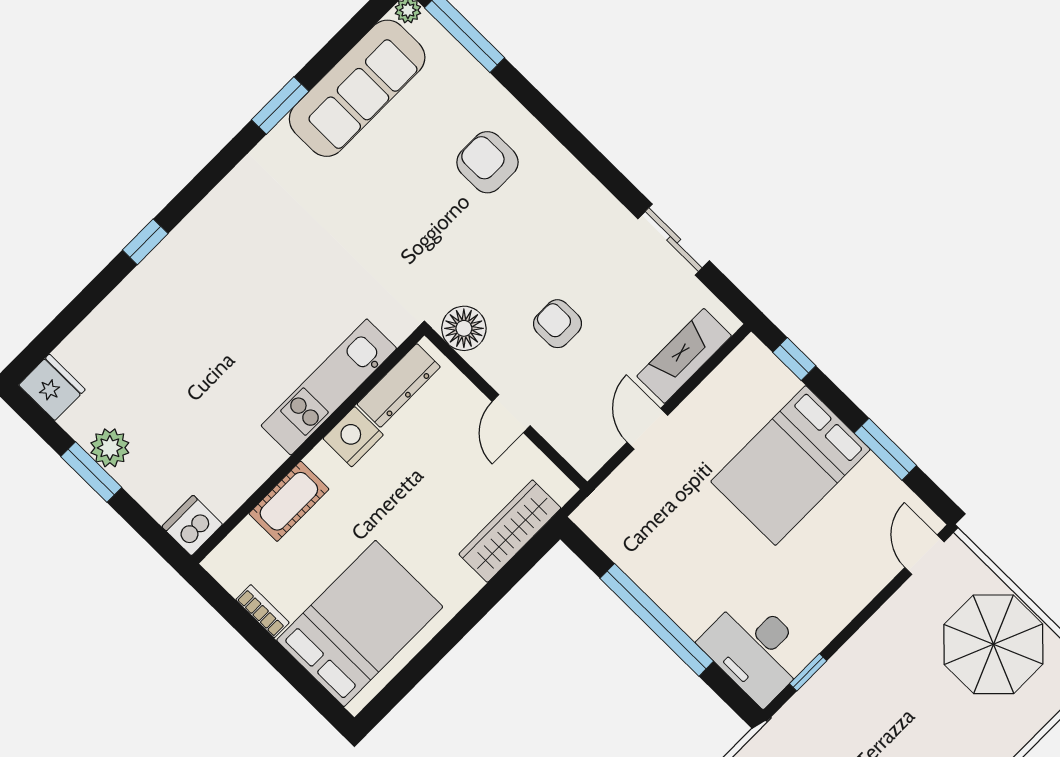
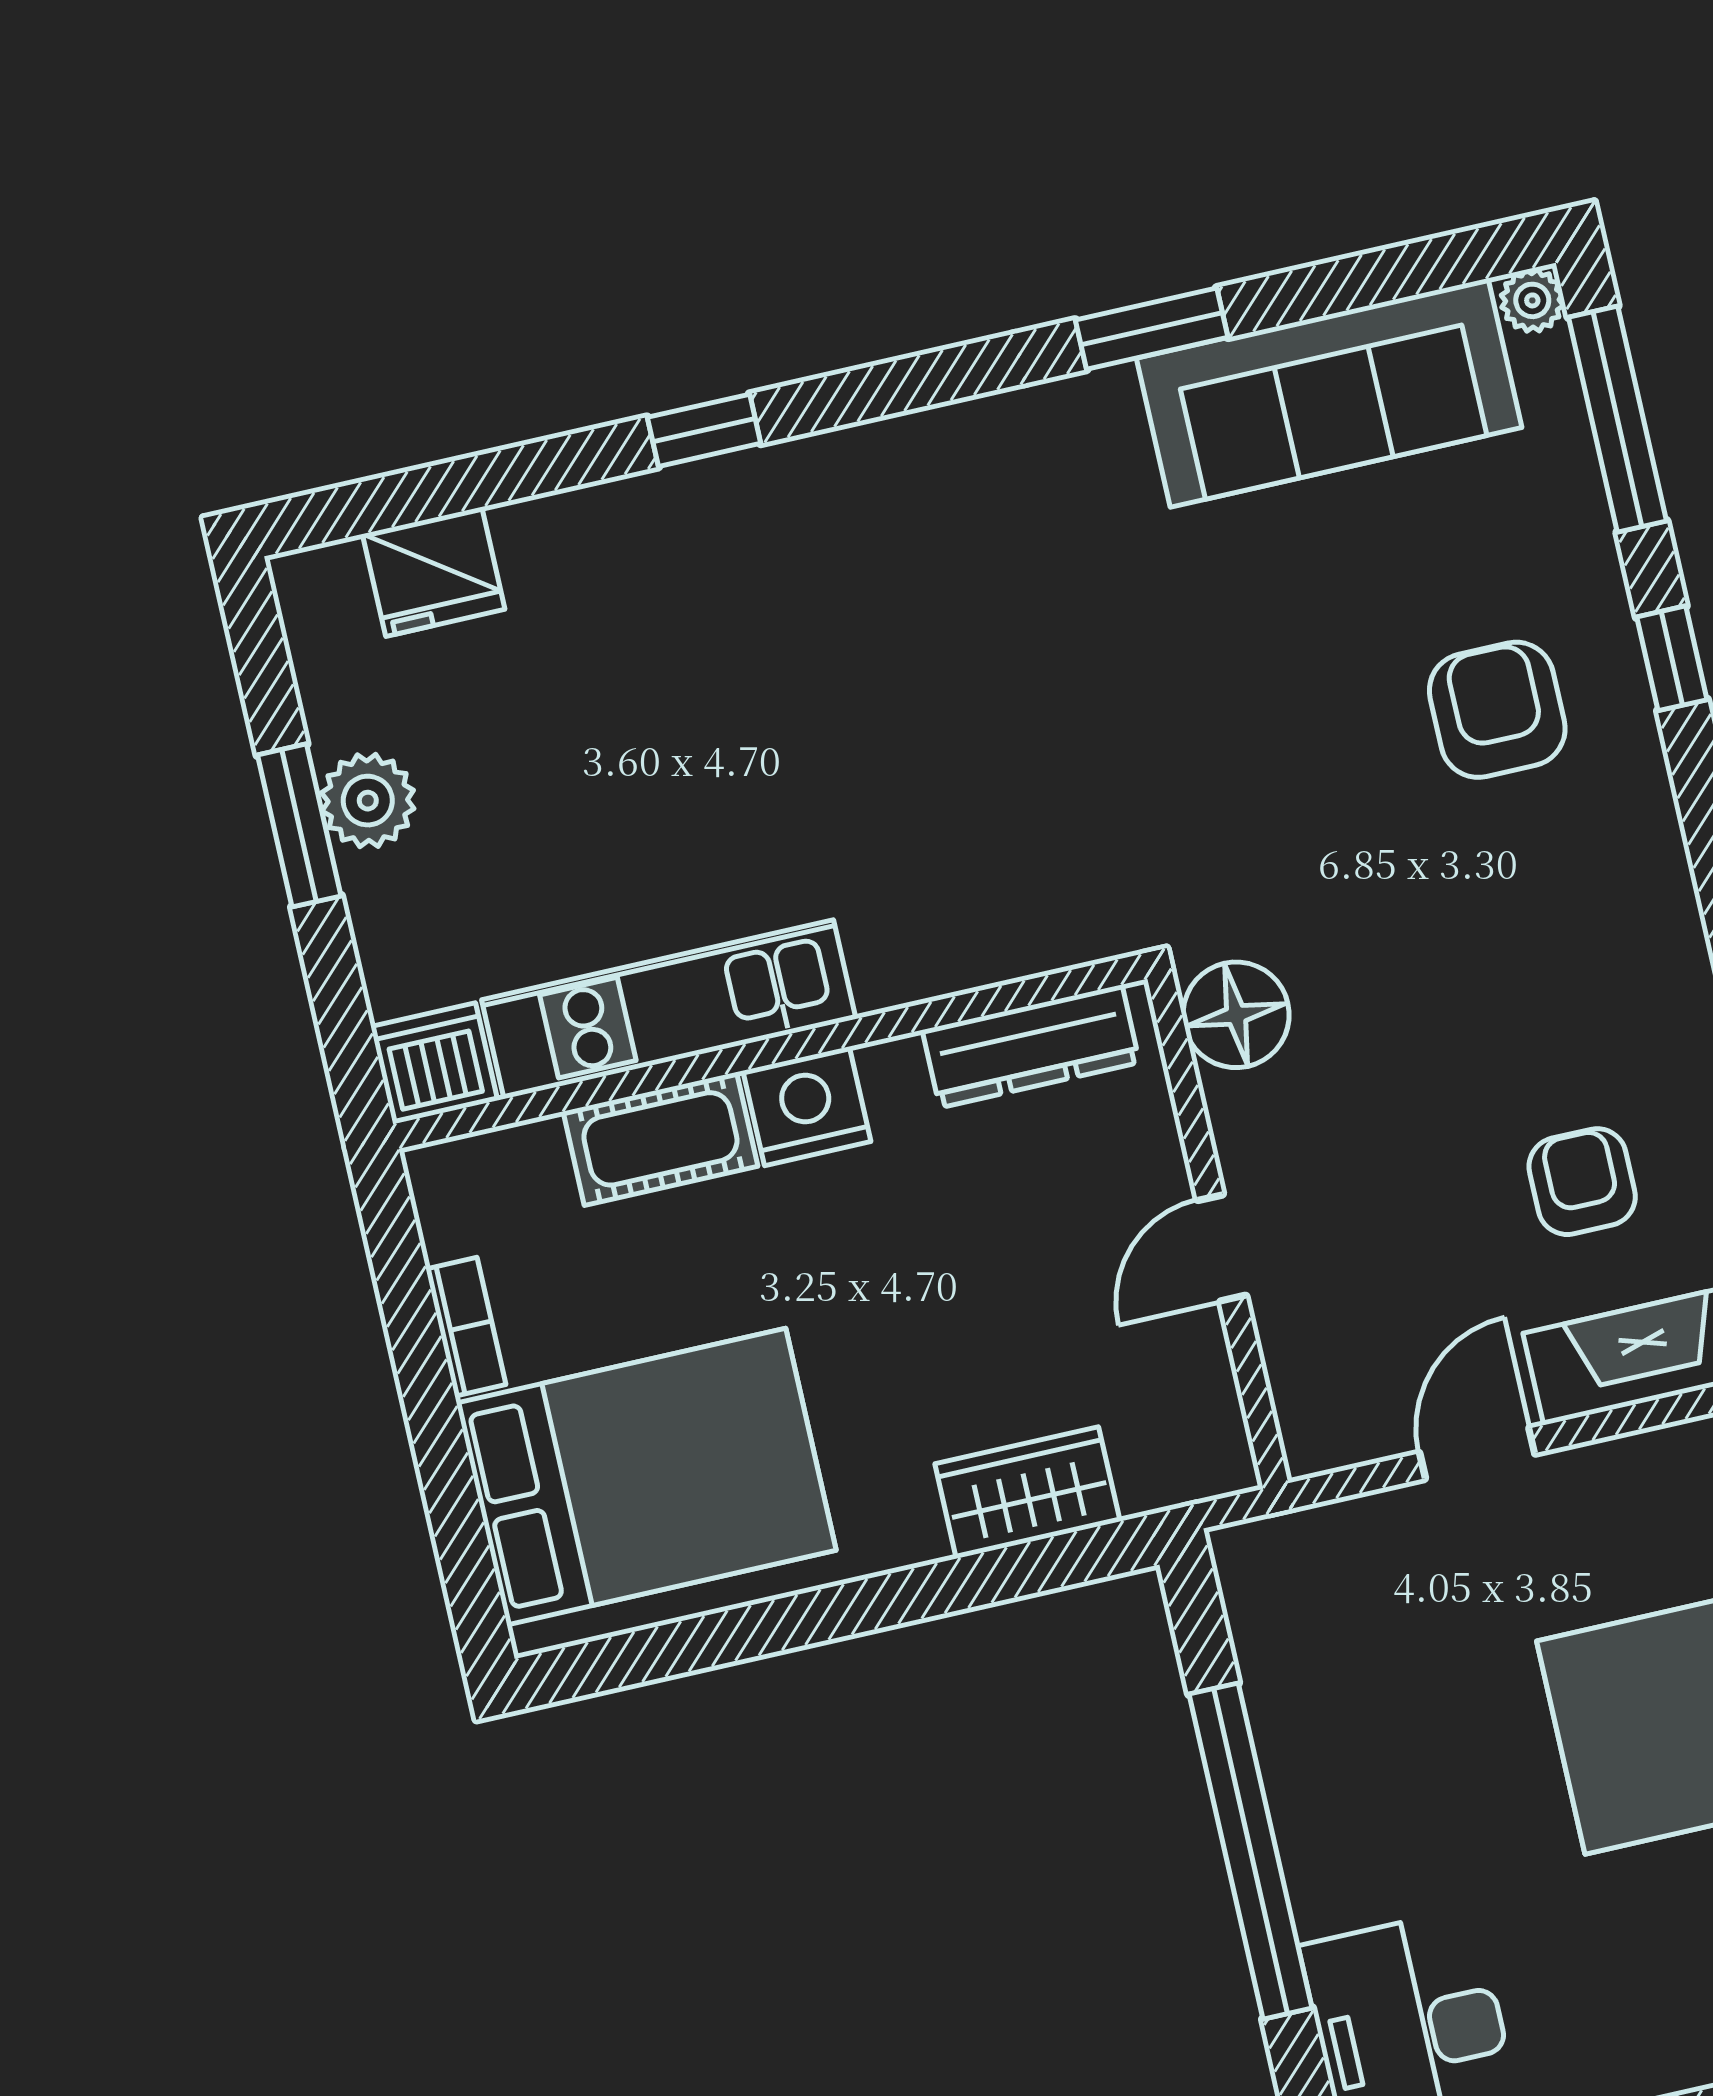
window: (537, 105) -> (1672, 658), added
armchair: (557, 324) -> (1582, 1182), moved
fridge: (52, 387) -> (434, 572), moved, turned 90
kitchen unit: (329, 387) -> (669, 1009), moved
nightstand: (353, 437) -> (807, 1106), moved
wardrobe: (510, 531) -> (1027, 1493), width x0.67

